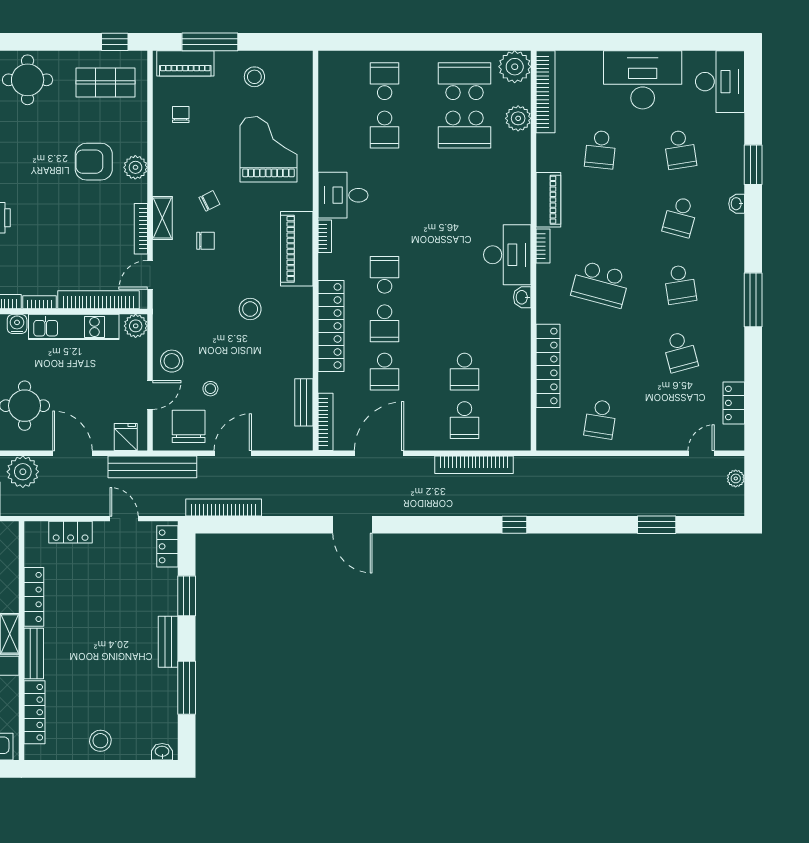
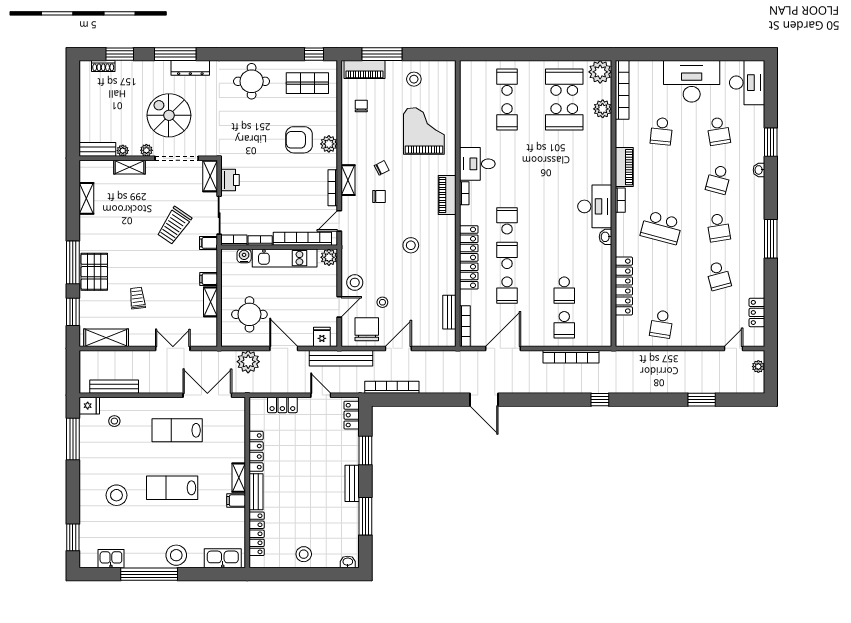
piano: (297, 249) -> (447, 195), width x0.73, depth x0.75
school desk: (385, 323) -> (507, 255), turned 180

